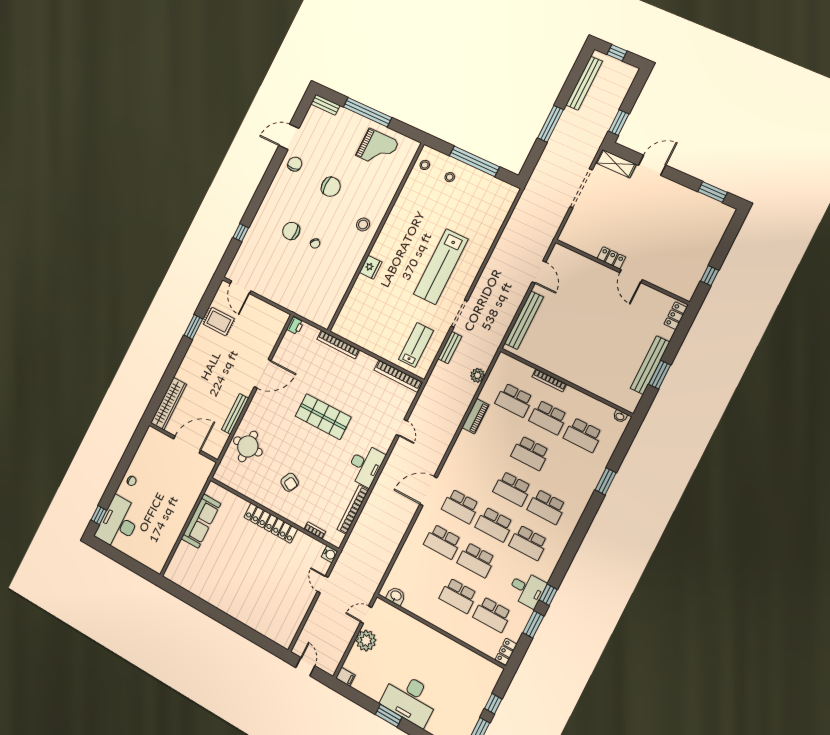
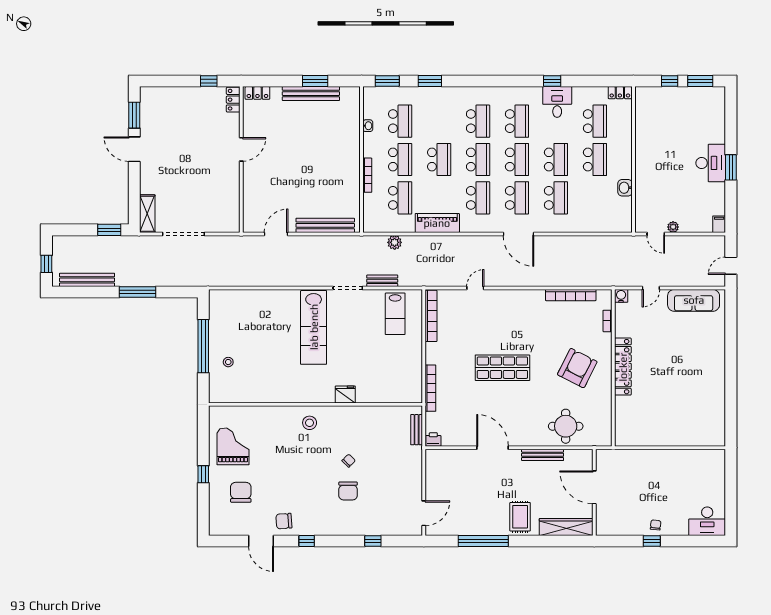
bench: (325, 105) -> (417, 430), moved
window: (367, 112) -> (203, 474), width x0.32
stool: (425, 165) -> (228, 392), removed
door: (652, 165) -> (134, 149), moved
window: (269, 176) -> (307, 541), added
chair: (331, 187) -> (241, 492), moved
locker: (611, 258) -> (233, 100), moved
lab bench: (441, 267) -> (314, 327), turned 90
rug: (219, 322) -> (520, 517), moved
window: (193, 327) -> (483, 541), width x2.11
lab bench: (416, 345) -> (395, 314), turned -90
piano: (476, 416) -> (437, 223), width x1.37, depth x1.33
washbasin: (620, 416) -> (368, 126), moved
shop shelf: (323, 417) -> (502, 368), turned 90
desk: (365, 465) -> (526, 304), removed
school desk: (478, 471) -> (478, 198), added
armchair: (290, 482) -> (577, 368), width x1.88, depth x1.88
window: (99, 515) -> (652, 541), moved
sofa: (201, 521) -> (694, 300), moved, turned 180
desk: (118, 523) -> (707, 521), width x0.73, depth x0.77
washbasin: (396, 596) -> (625, 188), moved
window: (533, 624) -> (387, 81), moved
plant: (366, 641) -> (673, 227), width x0.53, depth x0.53
desk: (410, 699) -> (711, 163), width x0.73, depth x0.77

